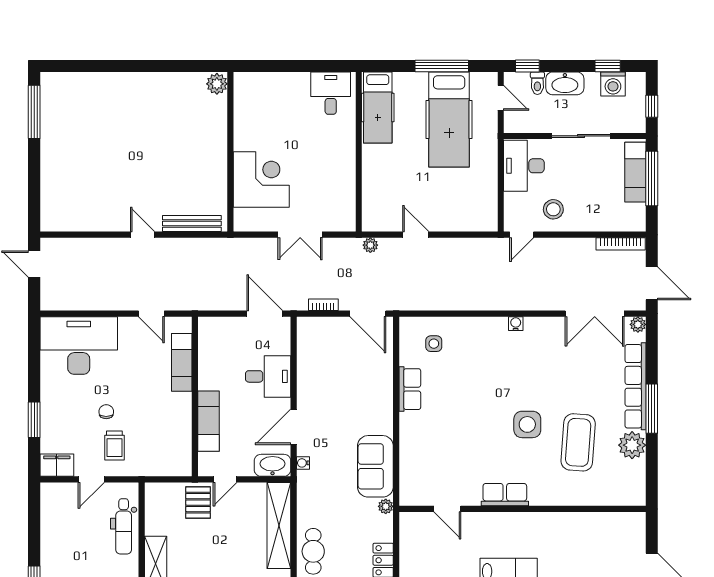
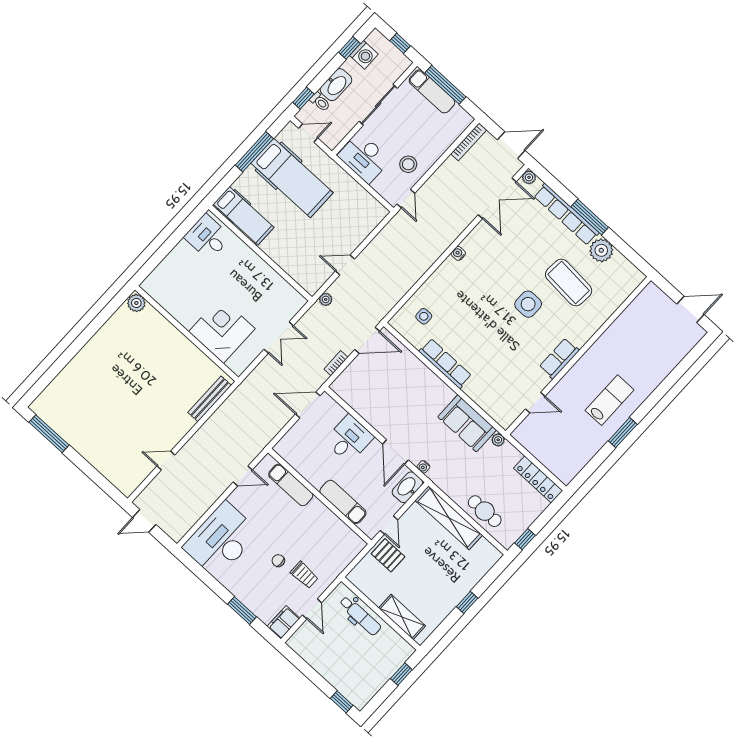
door: (143, 235) -> (166, 461), moved
row of seats: (410, 389) -> (445, 364), width x1.48

